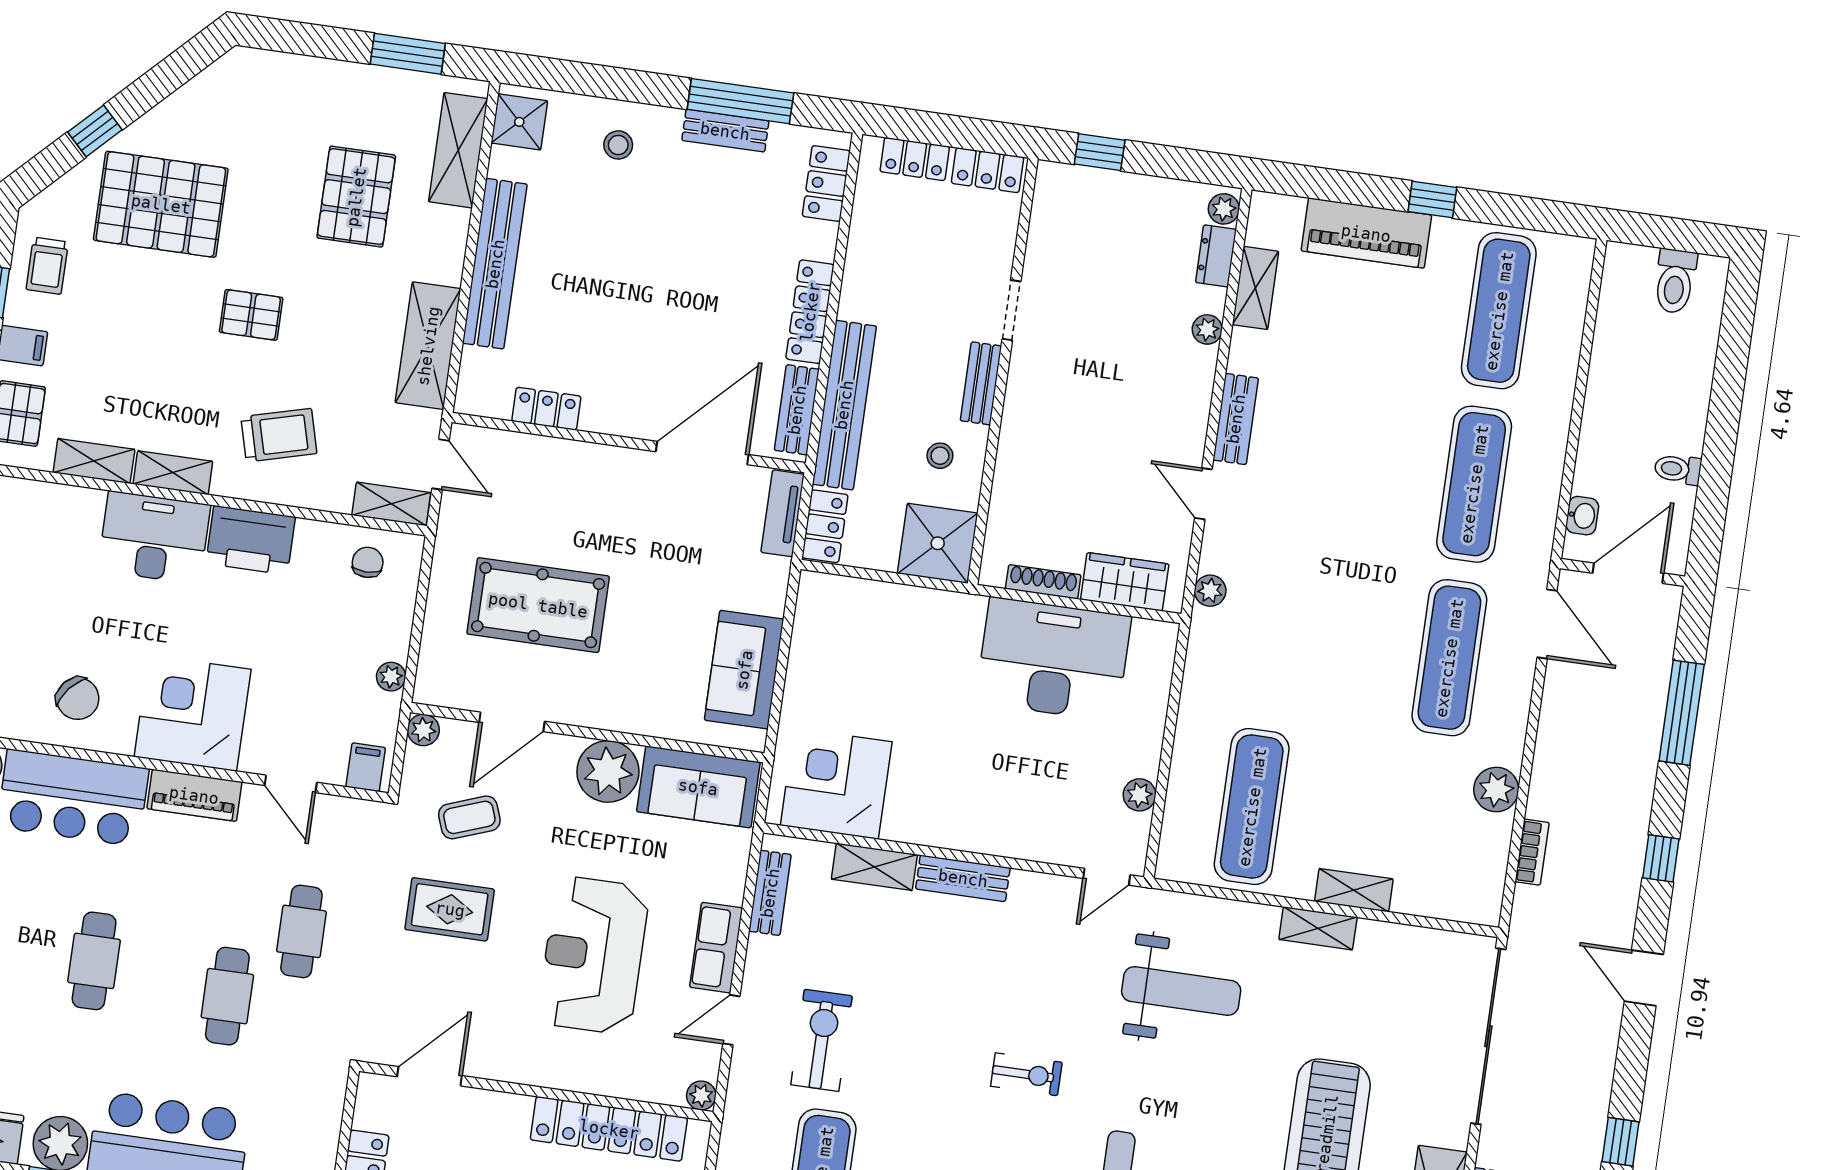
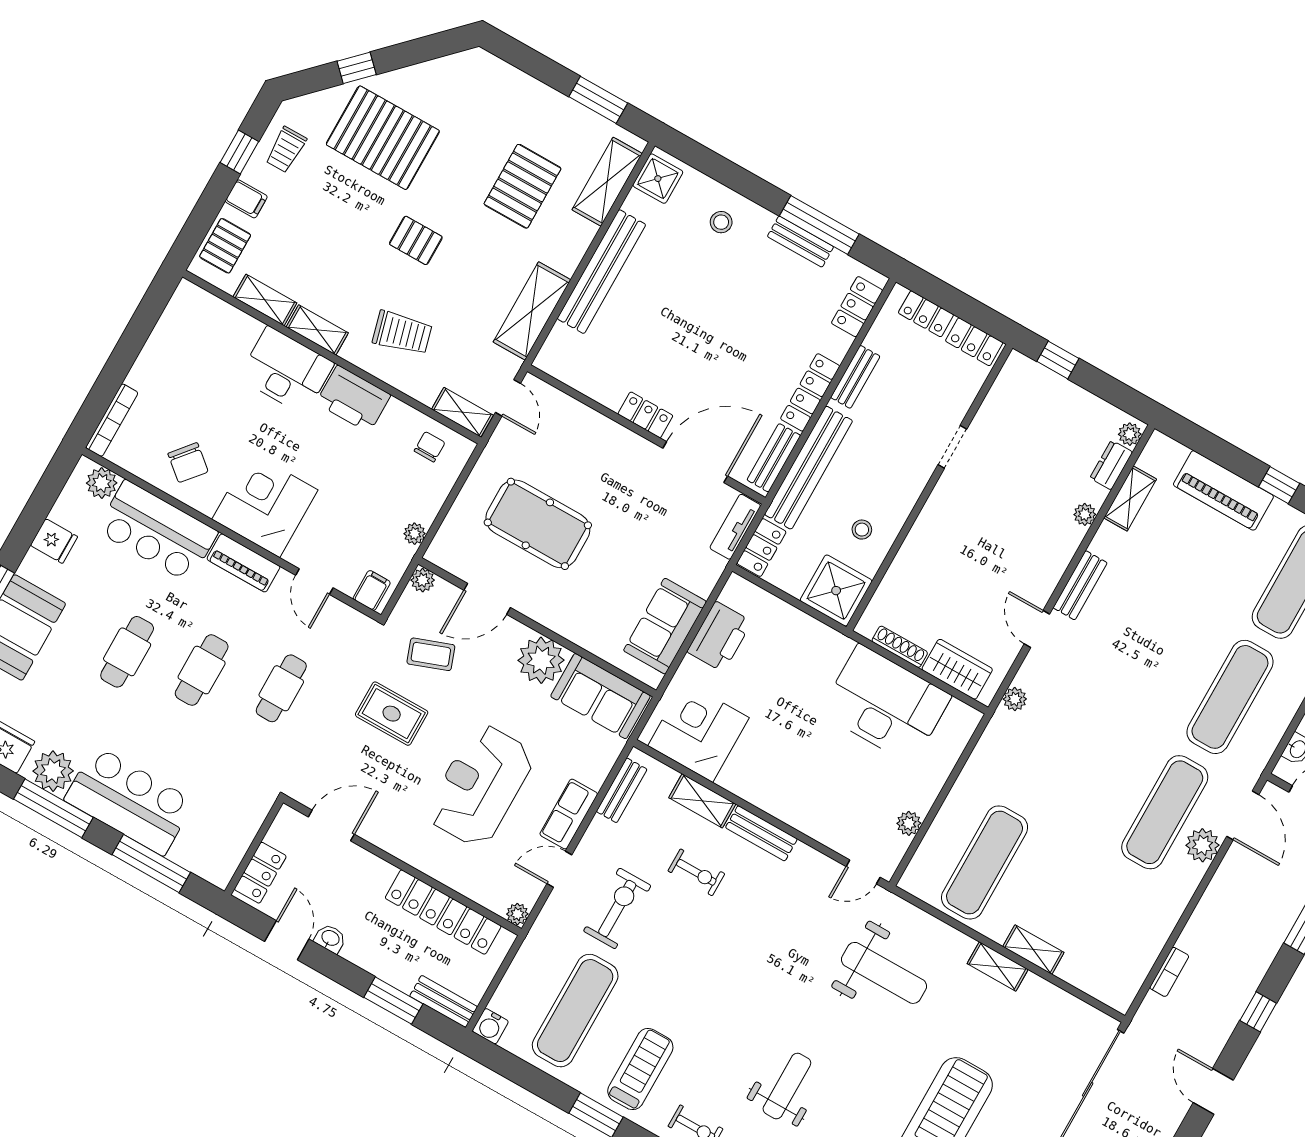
bench: (981, 383) -> (855, 377), moved
locker: (546, 409) -> (645, 415), moved
printer: (816, 656) -> (719, 637), added
plant: (1496, 790) -> (1202, 845), moved
cafe table: (227, 996) -> (202, 670), moved
exercise bike: (1026, 1074) -> (696, 872), moved

